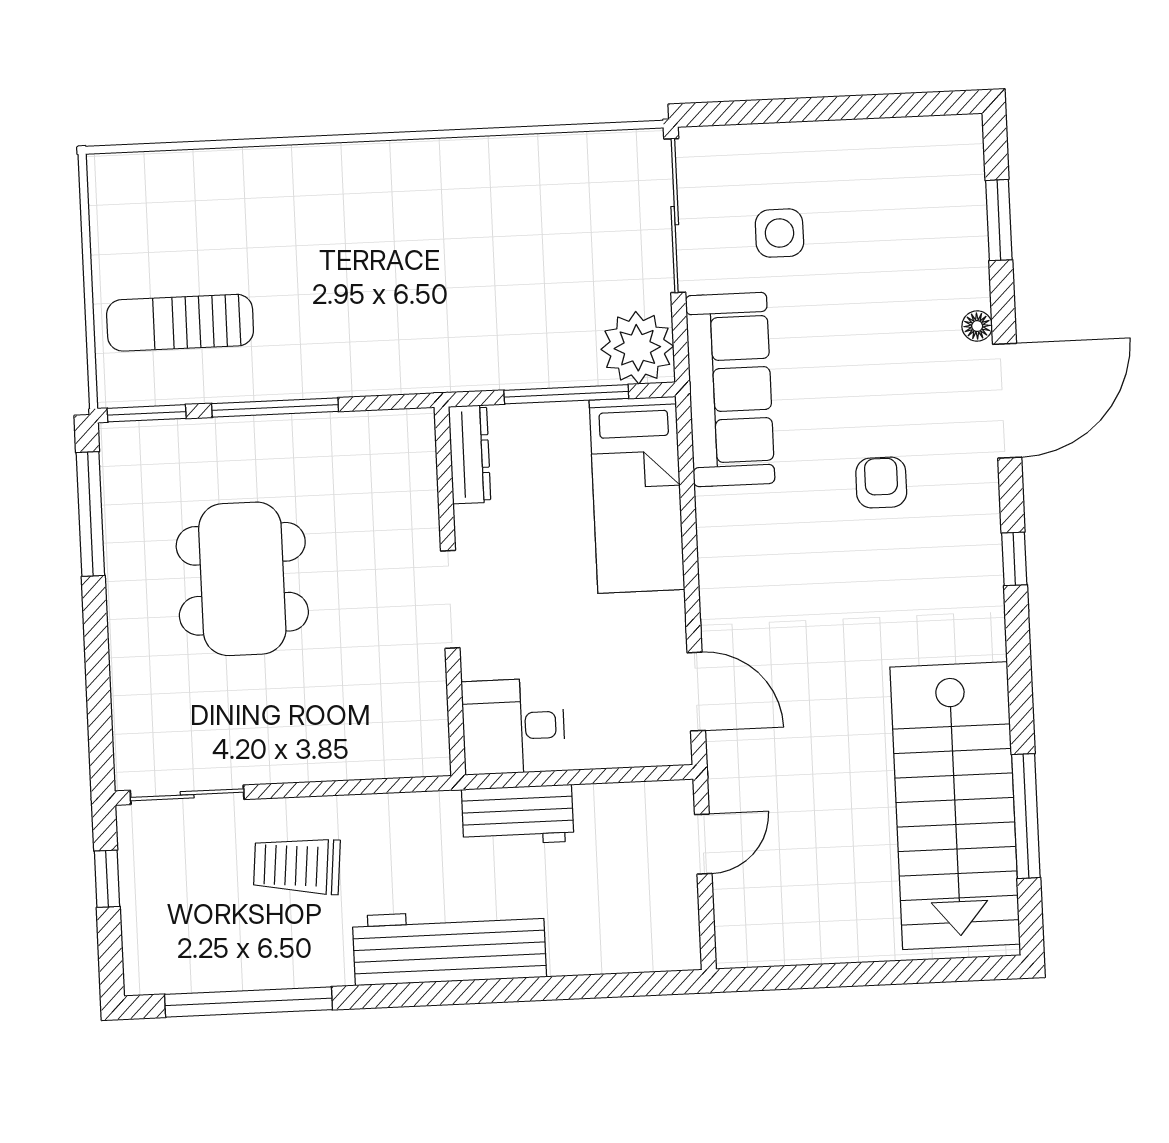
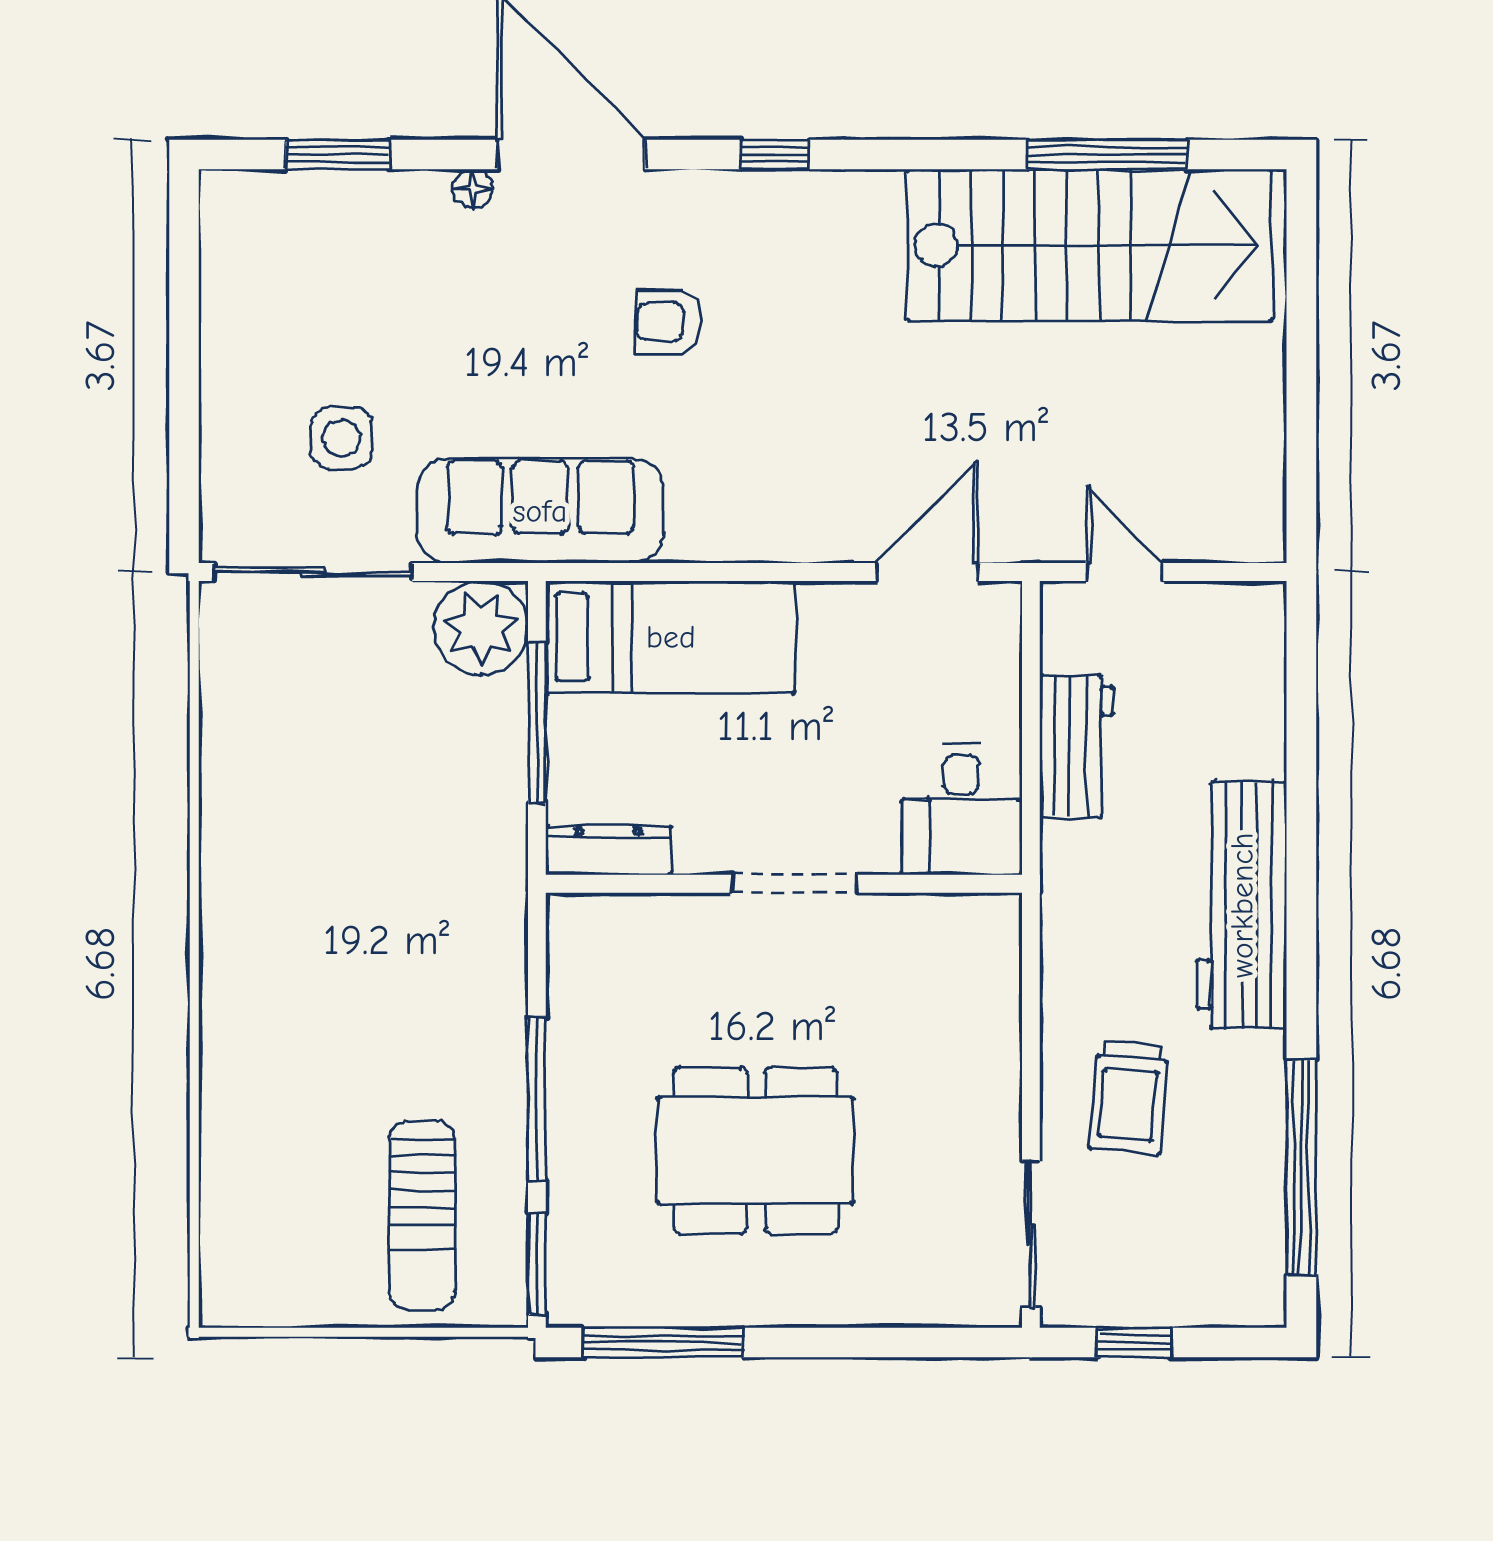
workbench: (518, 815) -> (1076, 746), moved

